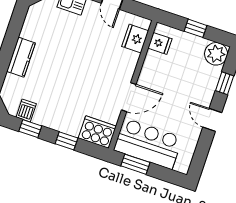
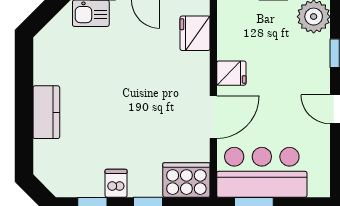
fridge: (160, 43) -> (231, 73), moved
dishwasher: (26, 110) -> (116, 183), moved

